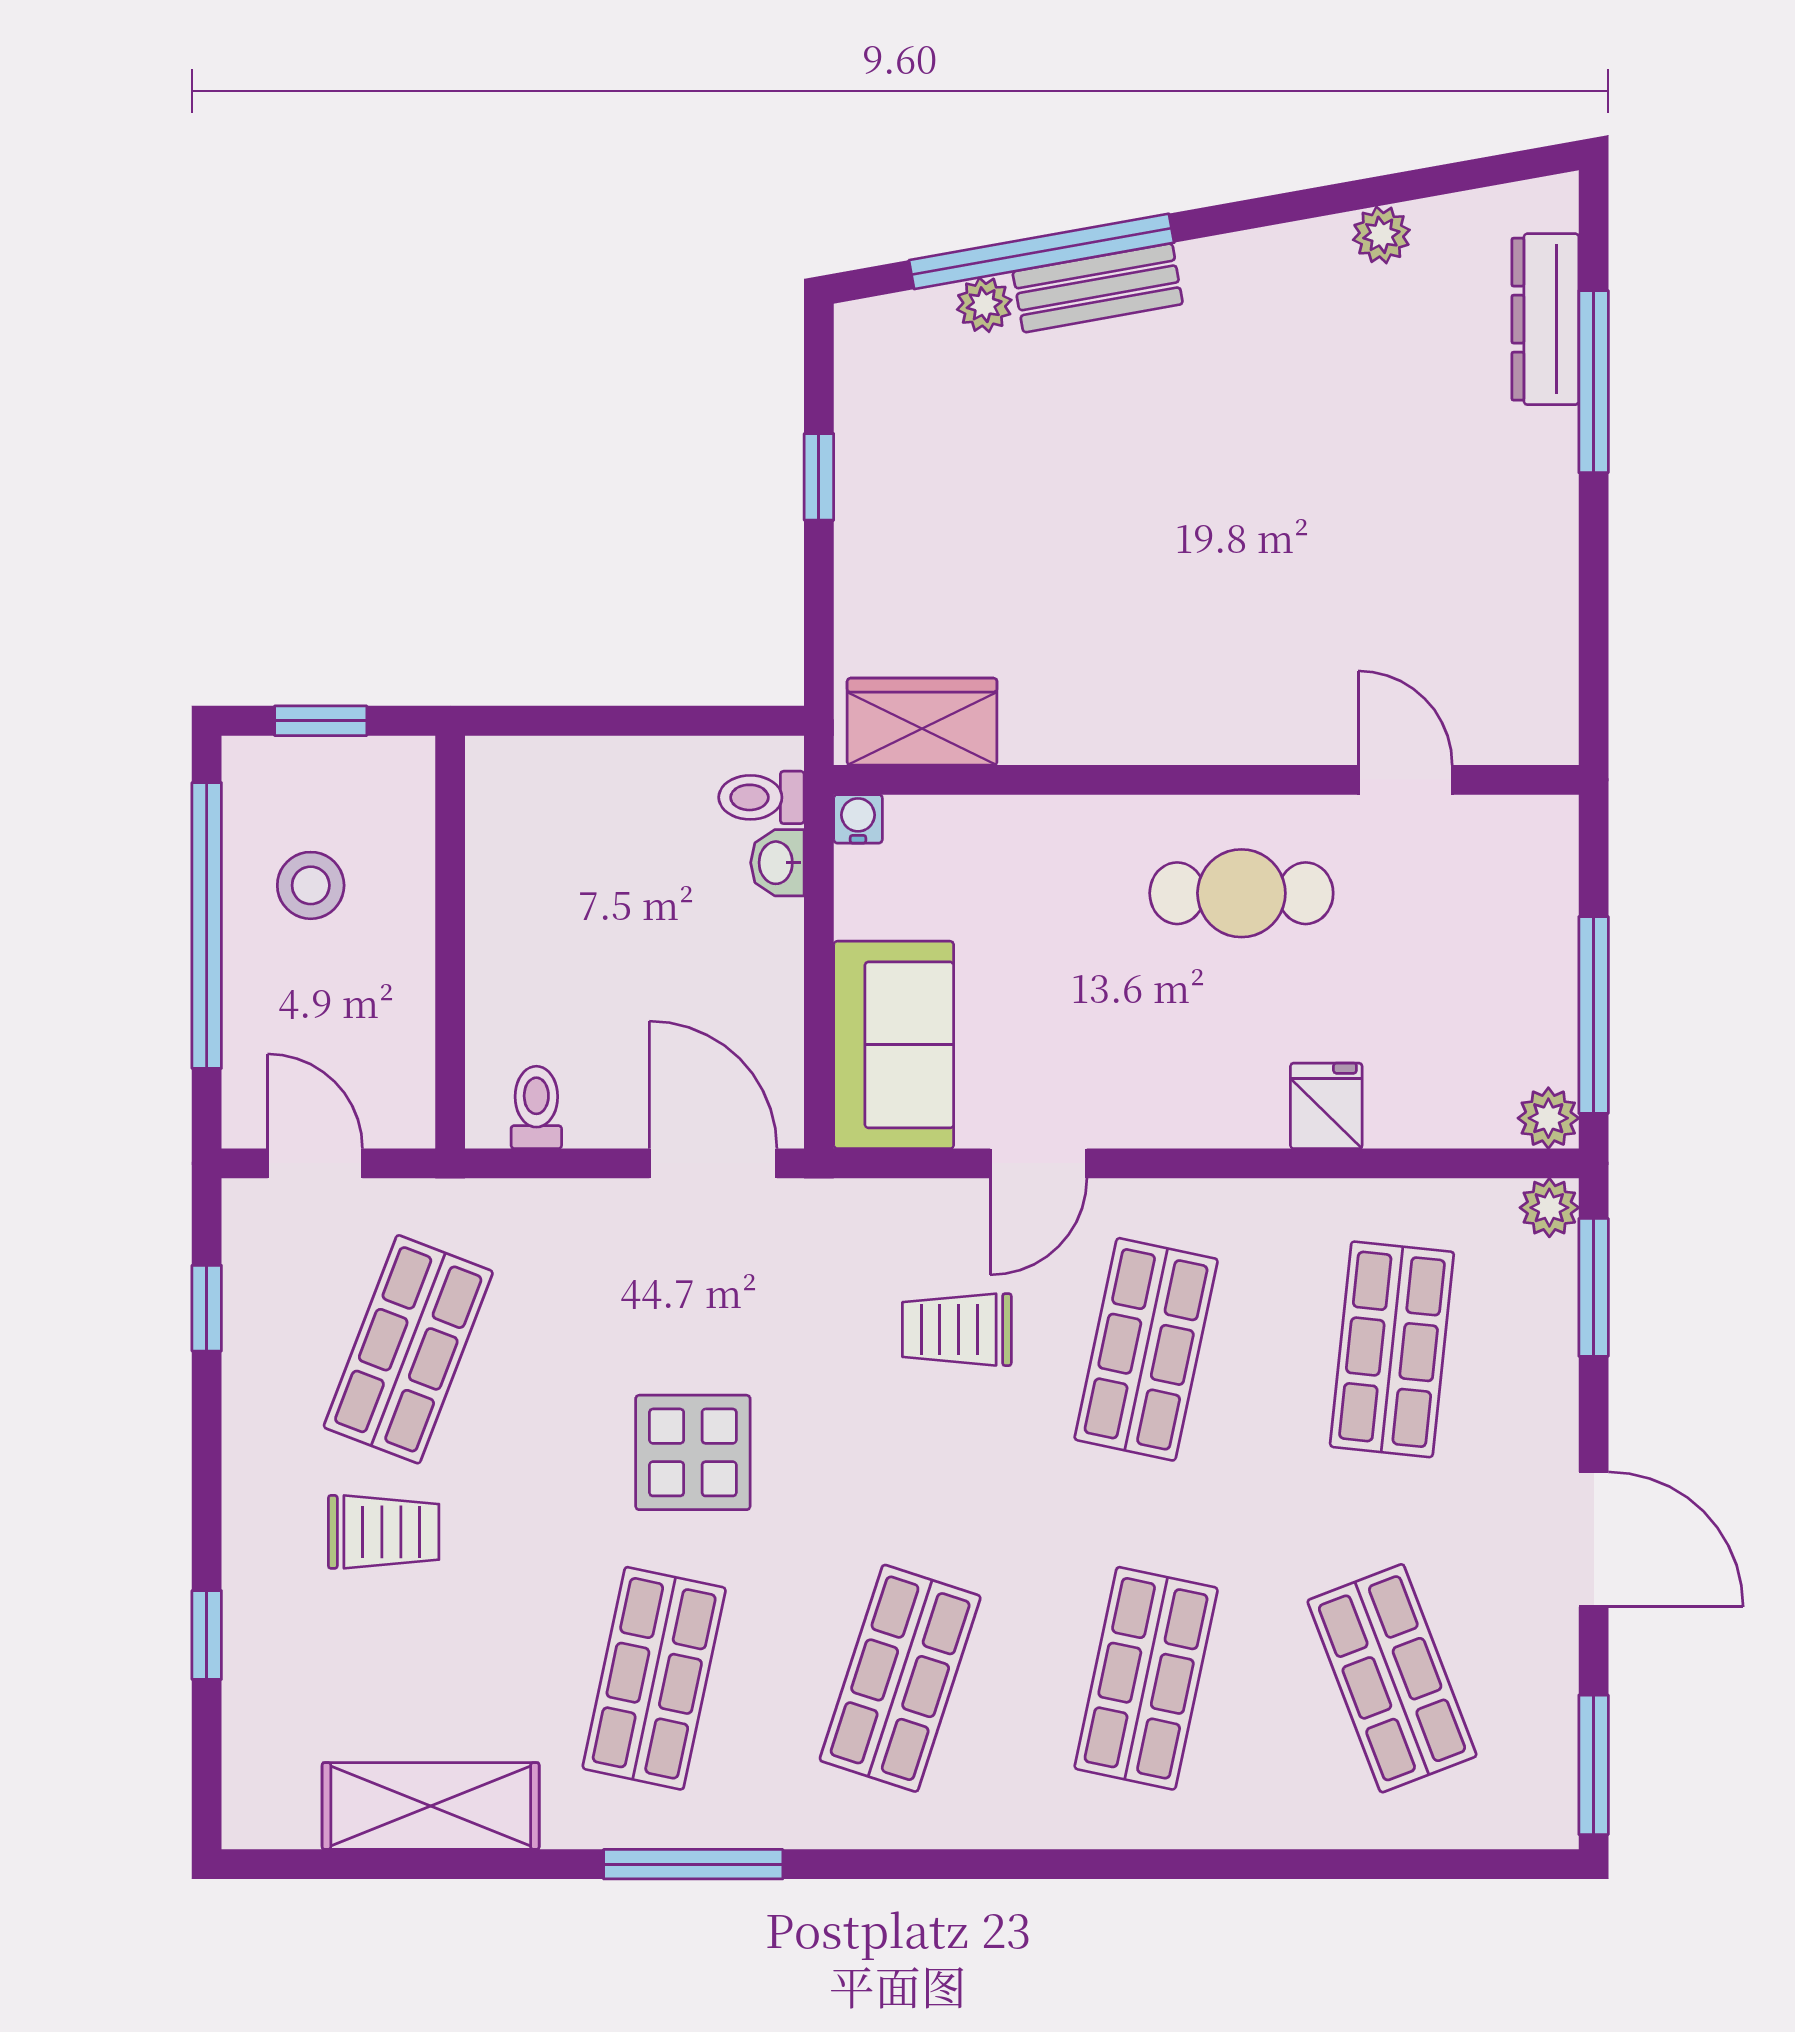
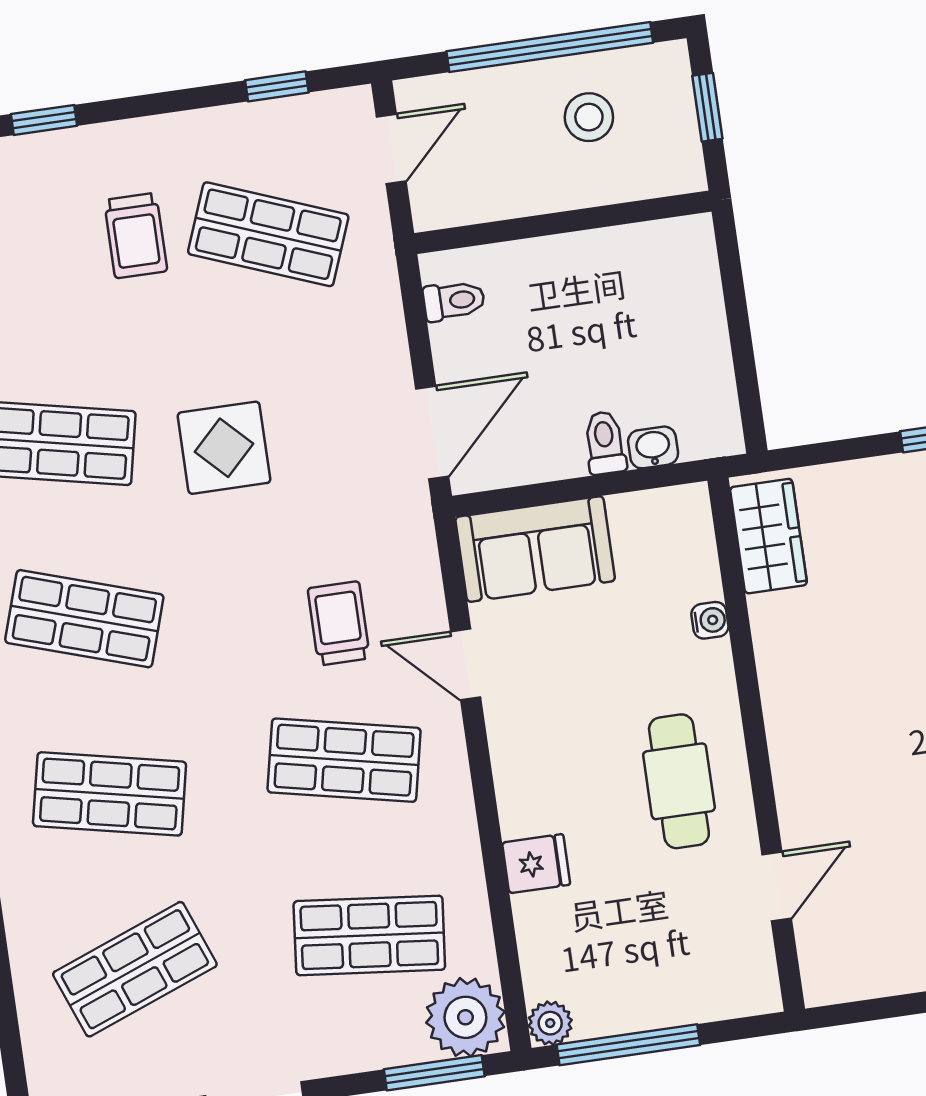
toilet: (761, 797) -> (605, 443), moved
water cooler: (858, 819) -> (710, 620), moved
plant: (1549, 1208) -> (465, 1017), width x1.88, depth x1.88

